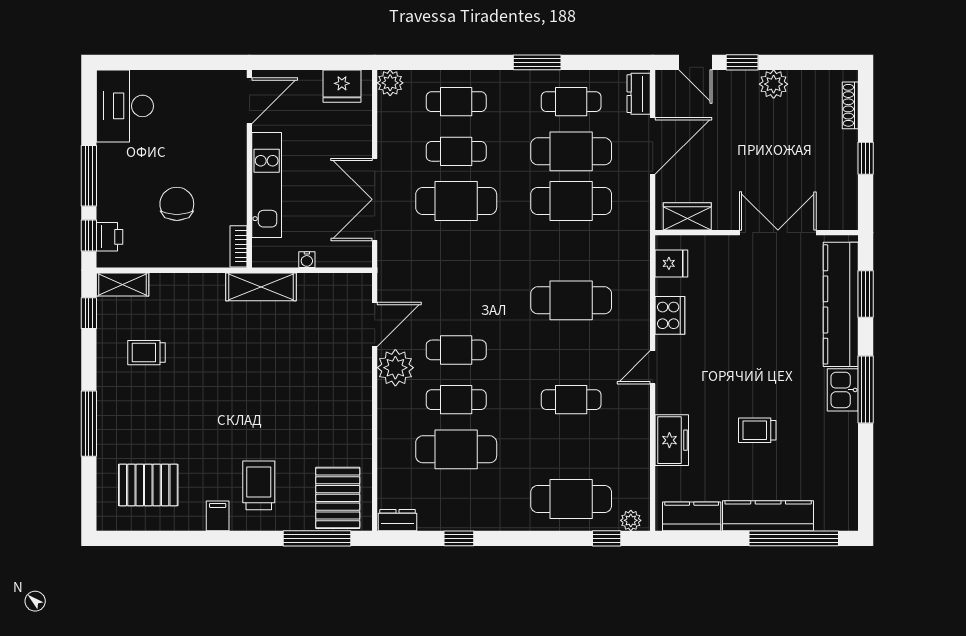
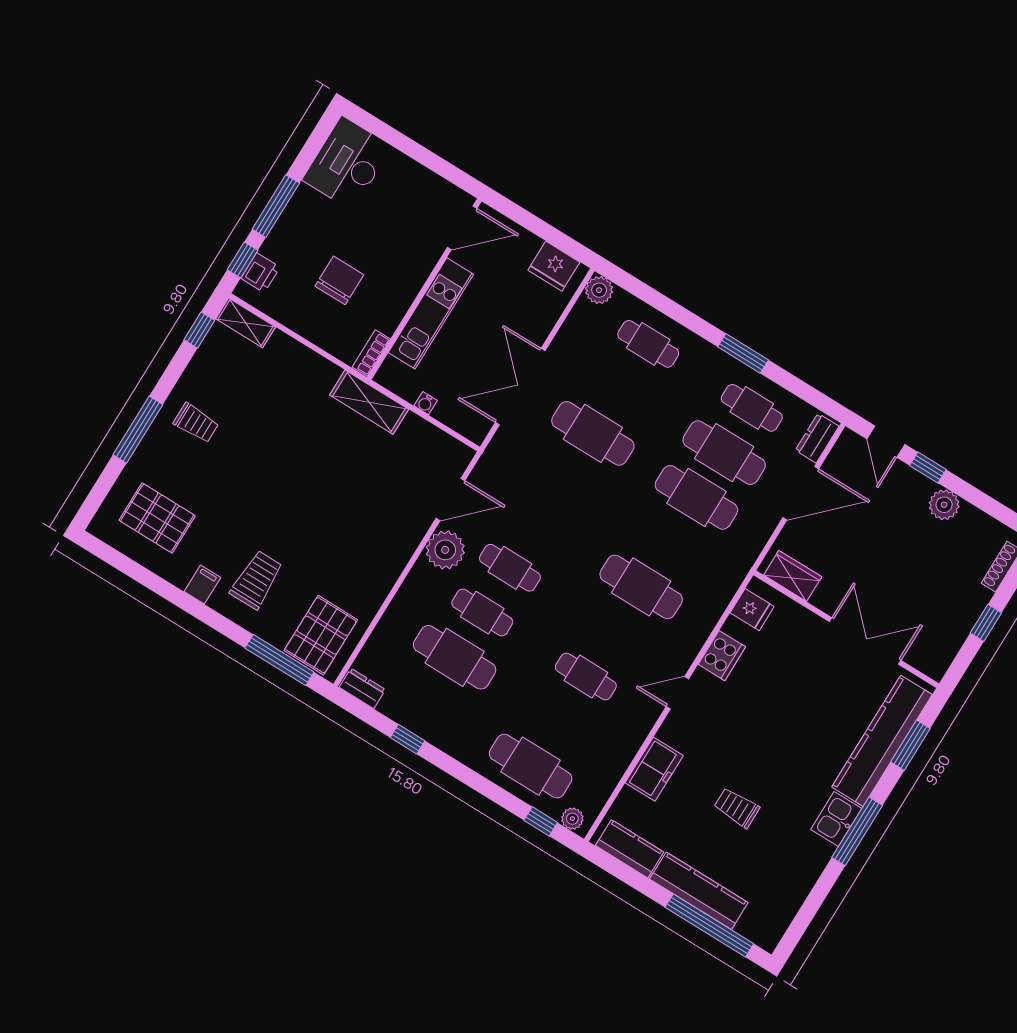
cafe table: (456, 151) -> (621, 389), removed
trolley: (147, 353) -> (196, 423), moved, turned 180

